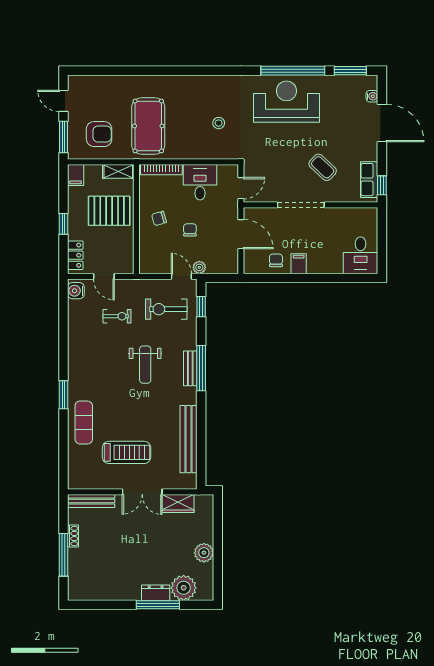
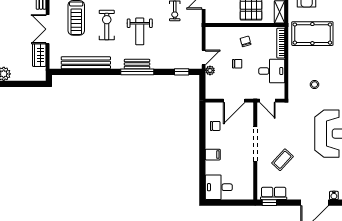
filing cabinet: (299, 264) -> (213, 155), moved
exercise bike: (166, 309) -> (107, 25), moved
weight bench: (145, 365) -> (140, 31), turned -90

